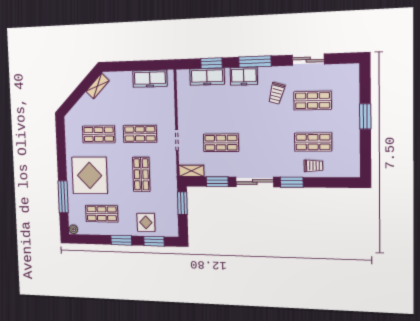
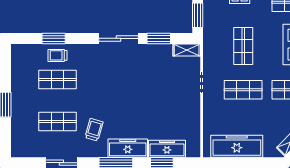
freezer: (244, 76) -> (128, 148), width x1.40
freezer: (150, 79) -> (237, 146), width x1.36, depth x1.26
shop shelf: (221, 143) -> (154, 80), removed
window: (292, 182) -> (54, 38), moved

